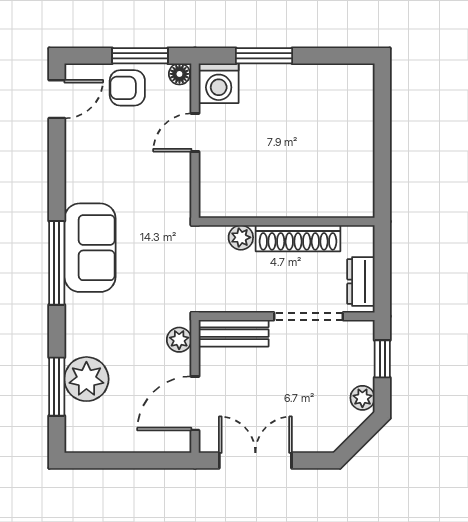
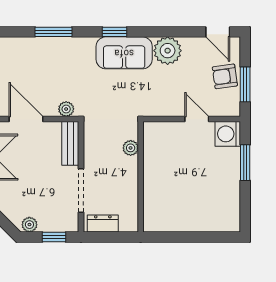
floor lamp: (179, 74) -> (234, 109), removed
armchair: (127, 88) -> (225, 76), turned -98
shoe rack: (298, 238) -> (130, 184), removed
window: (57, 263) -> (115, 32), width x0.46
plant: (86, 379) -> (168, 51), moved
window: (57, 387) -> (53, 32), moved

